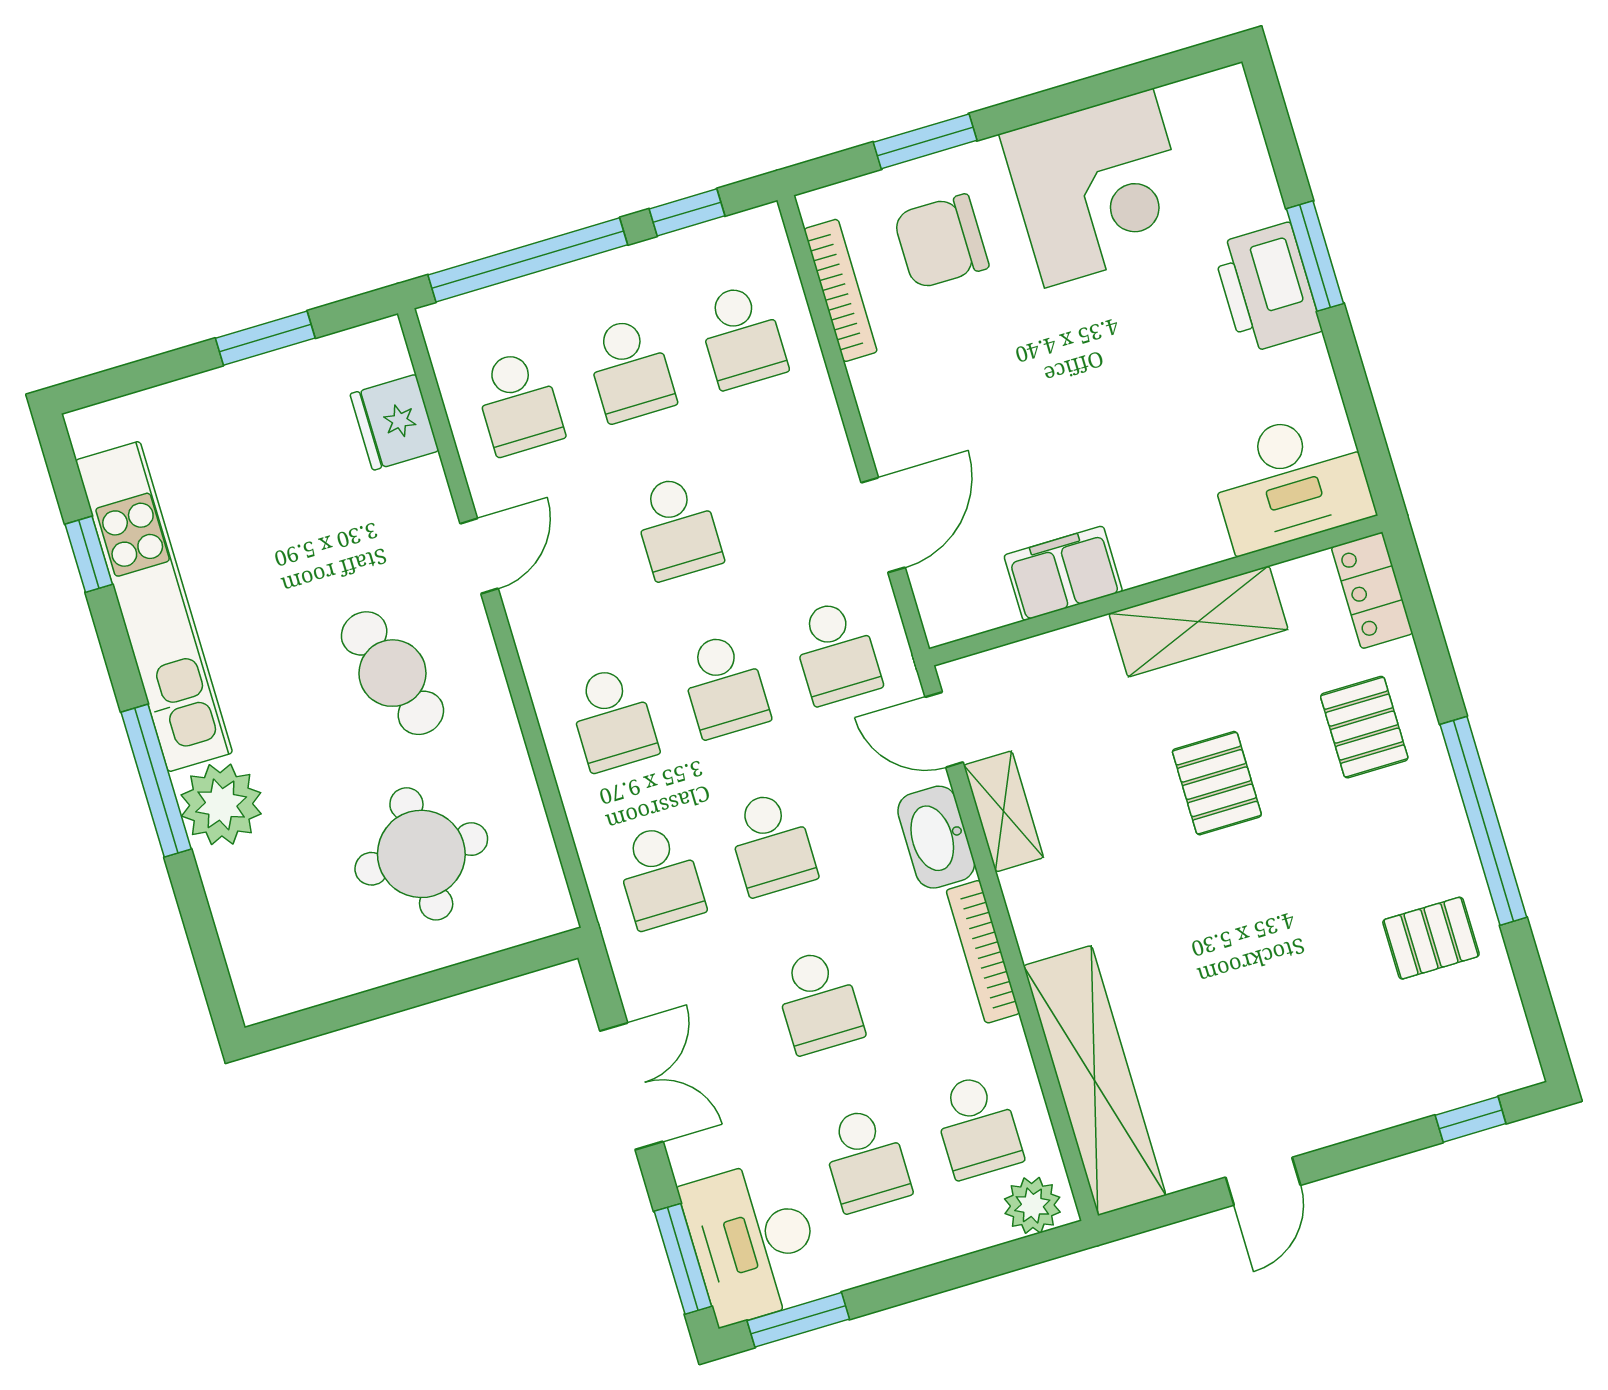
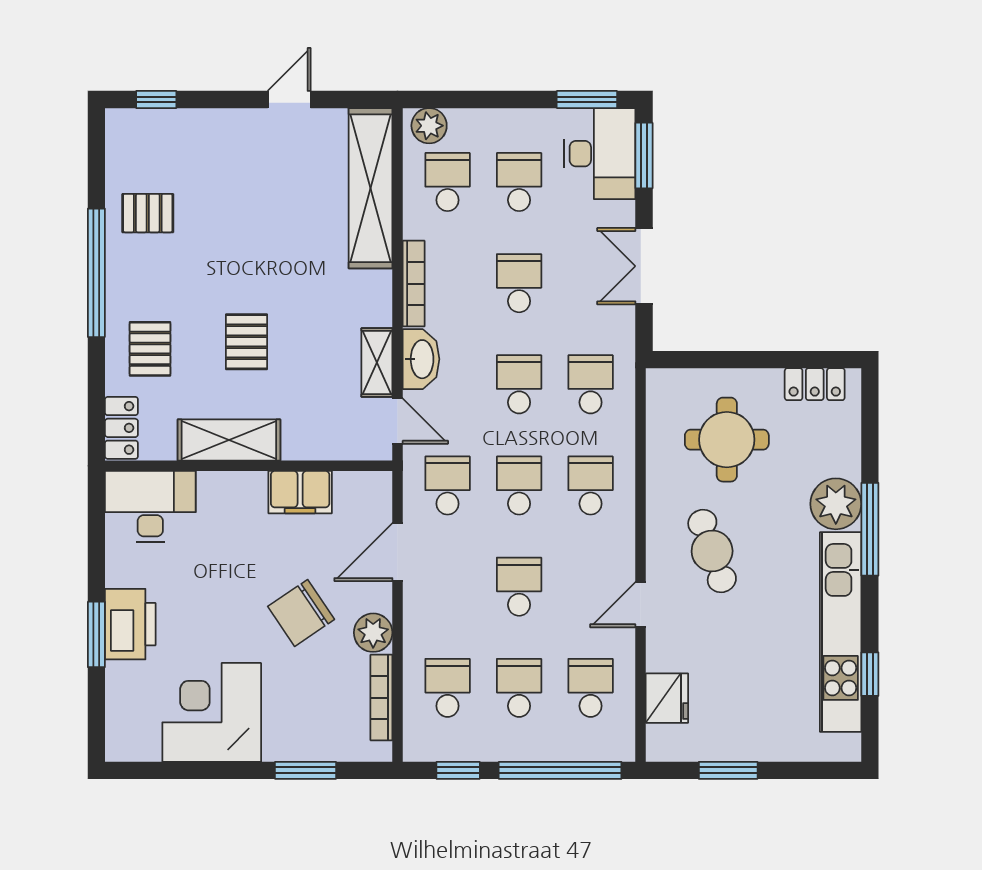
chair: (941, 241) -> (301, 613), moved, turned 146
plant: (884, 388) -> (373, 633), added
locker: (310, 981) -> (815, 384), added

